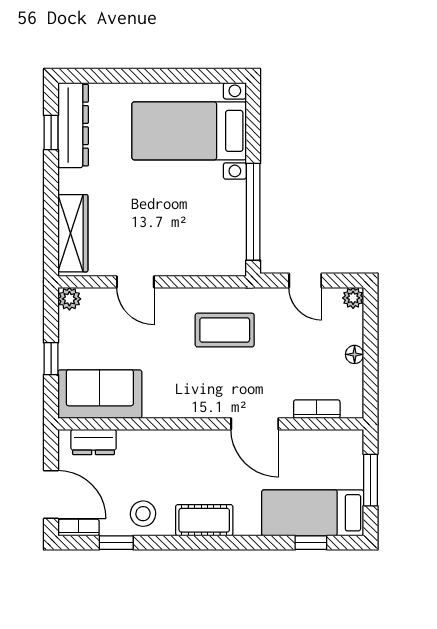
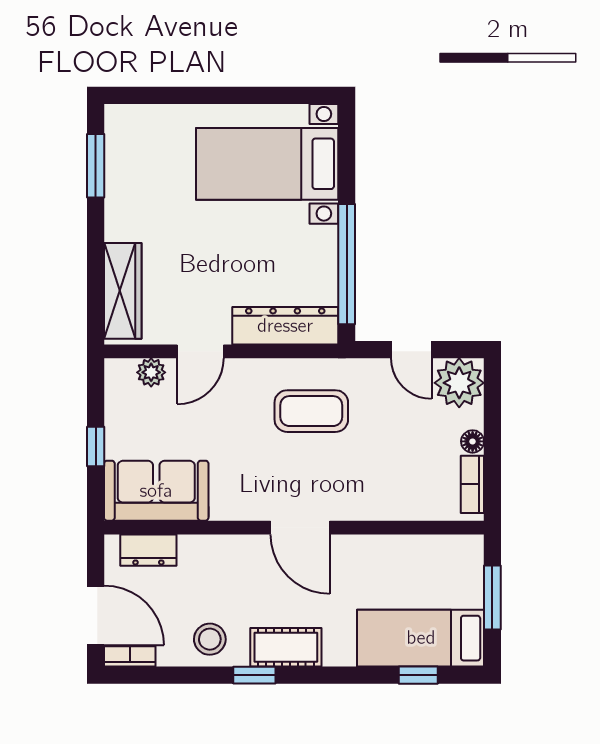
dresser: (73, 125) -> (285, 326), moved, turned -90
window: (51, 133) -> (96, 166), width x1.50
door: (135, 282) -> (200, 351), hinge flipped
plant: (353, 298) -> (459, 383), width x1.87, depth x1.87
plant: (69, 299) -> (151, 372), moved
bookcase: (317, 409) -> (472, 484), moved, turned -90
door: (255, 424) -> (300, 528), moved
window: (116, 543) -> (254, 675), moved

